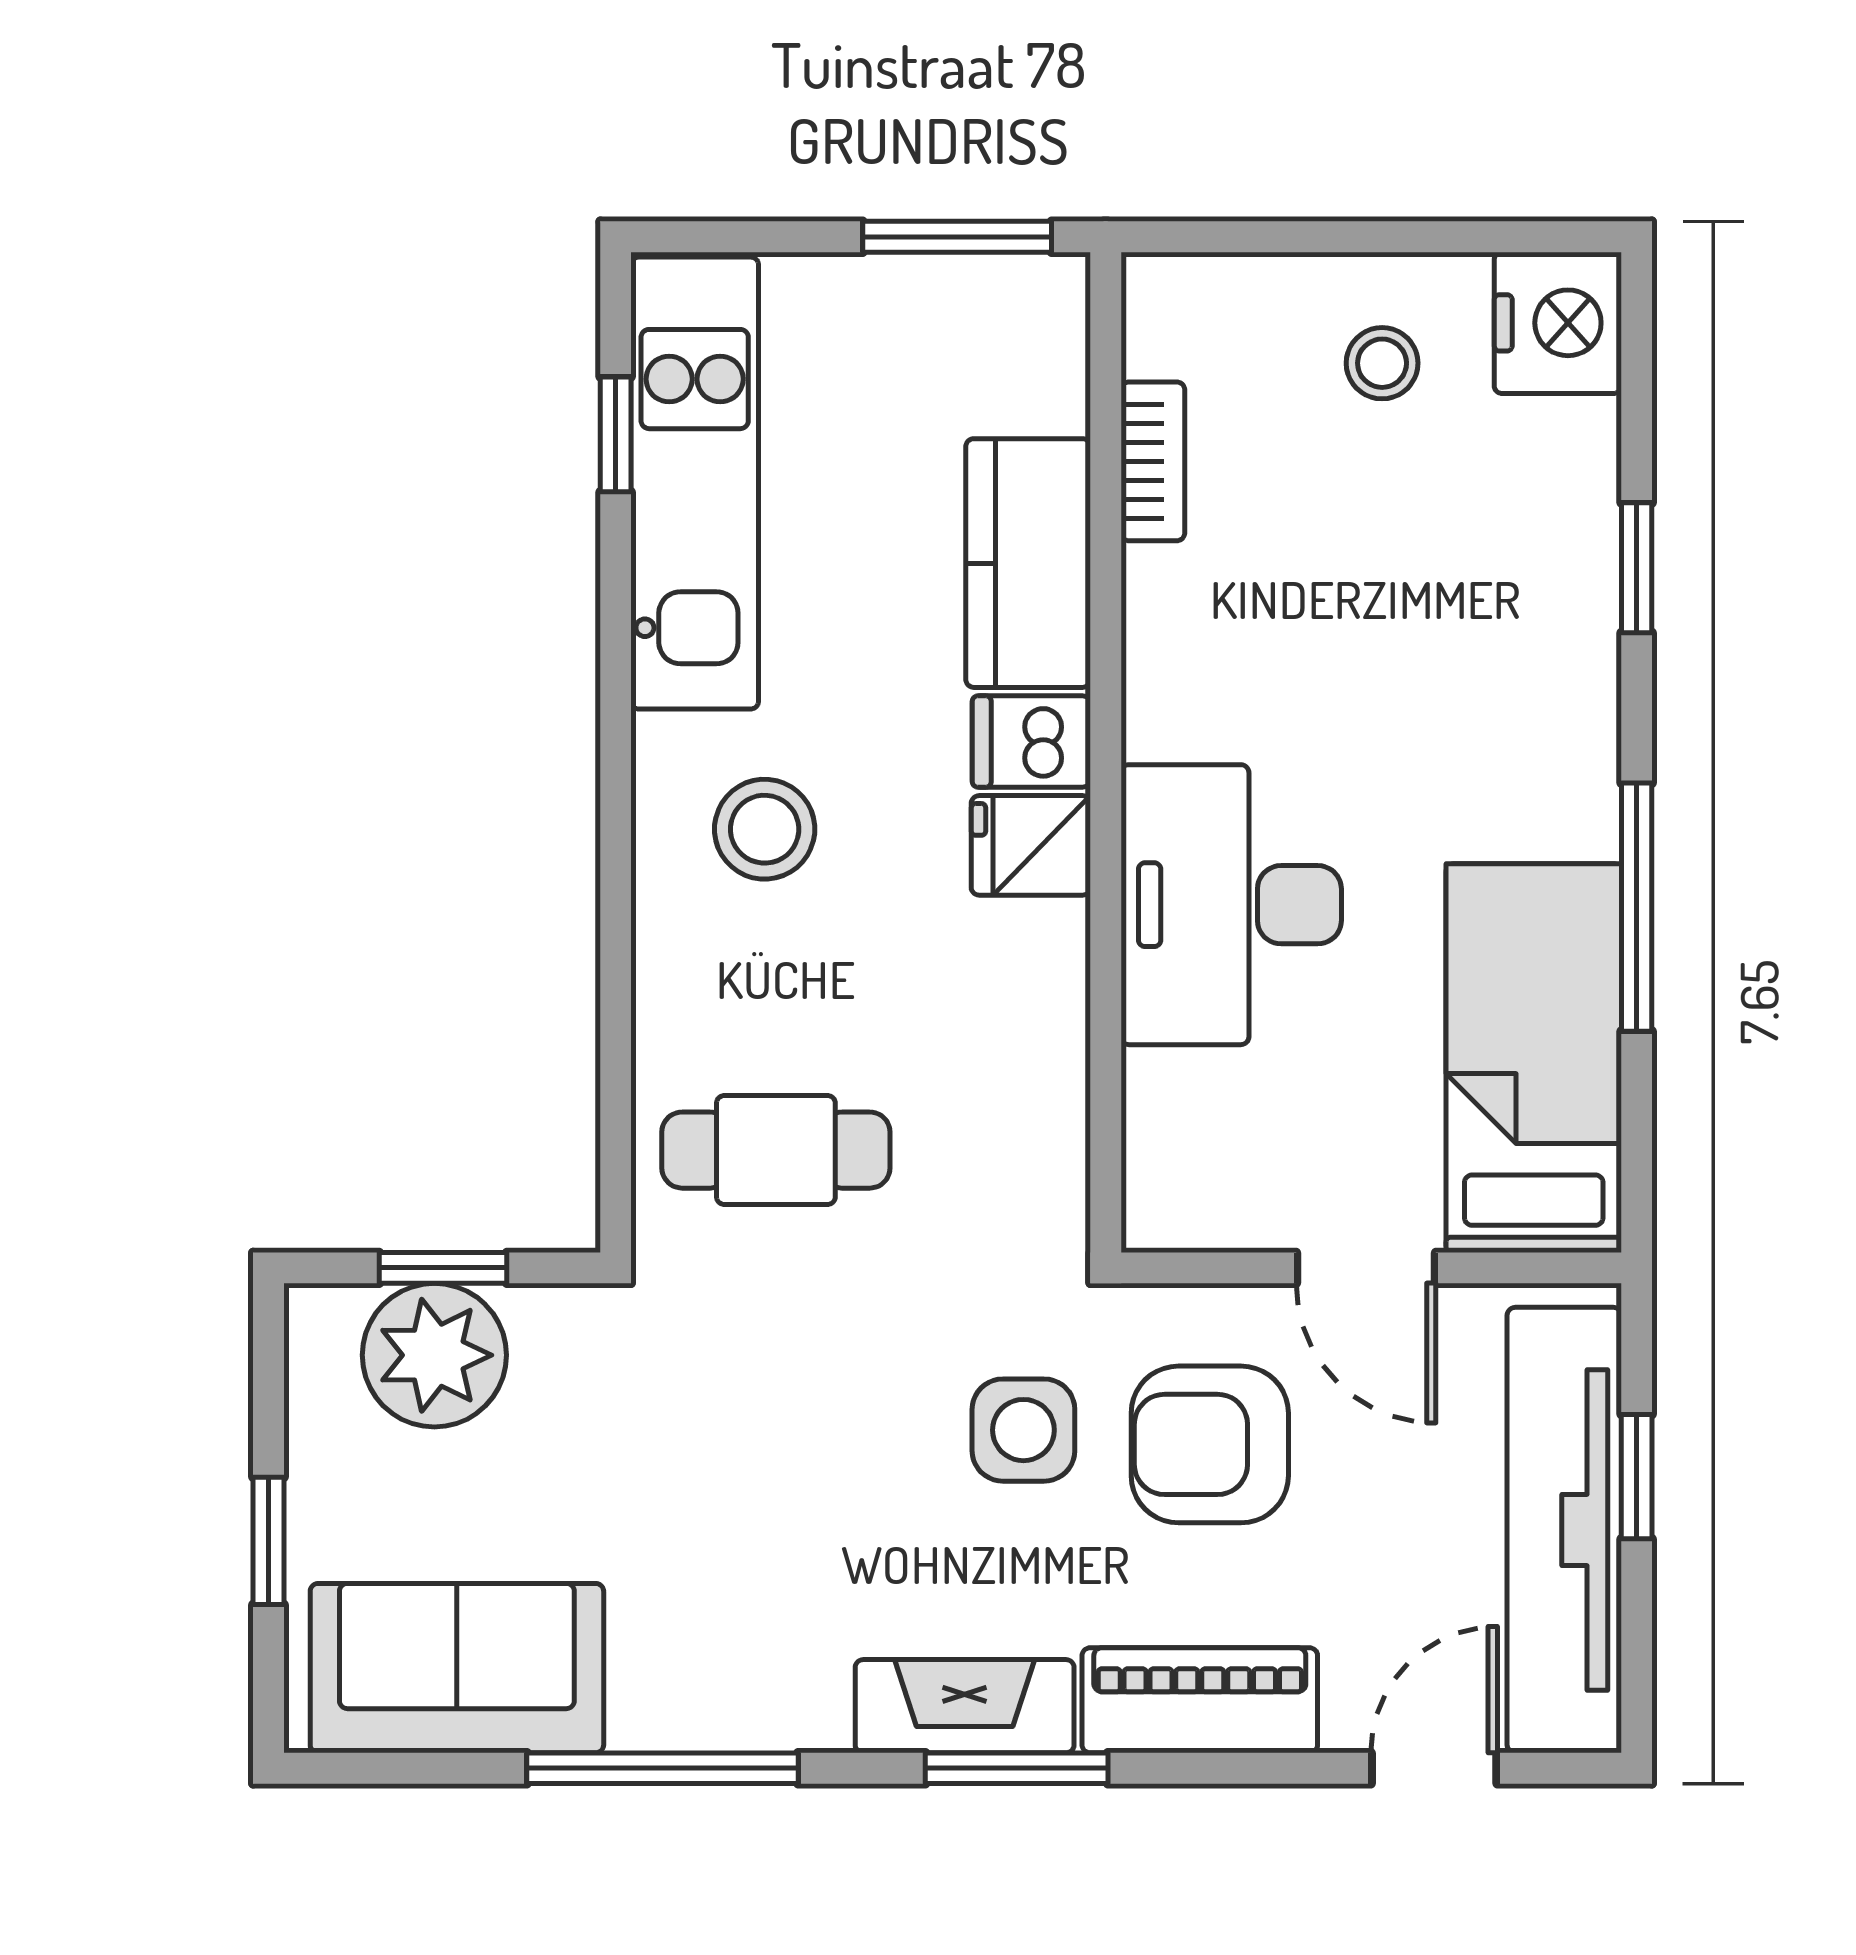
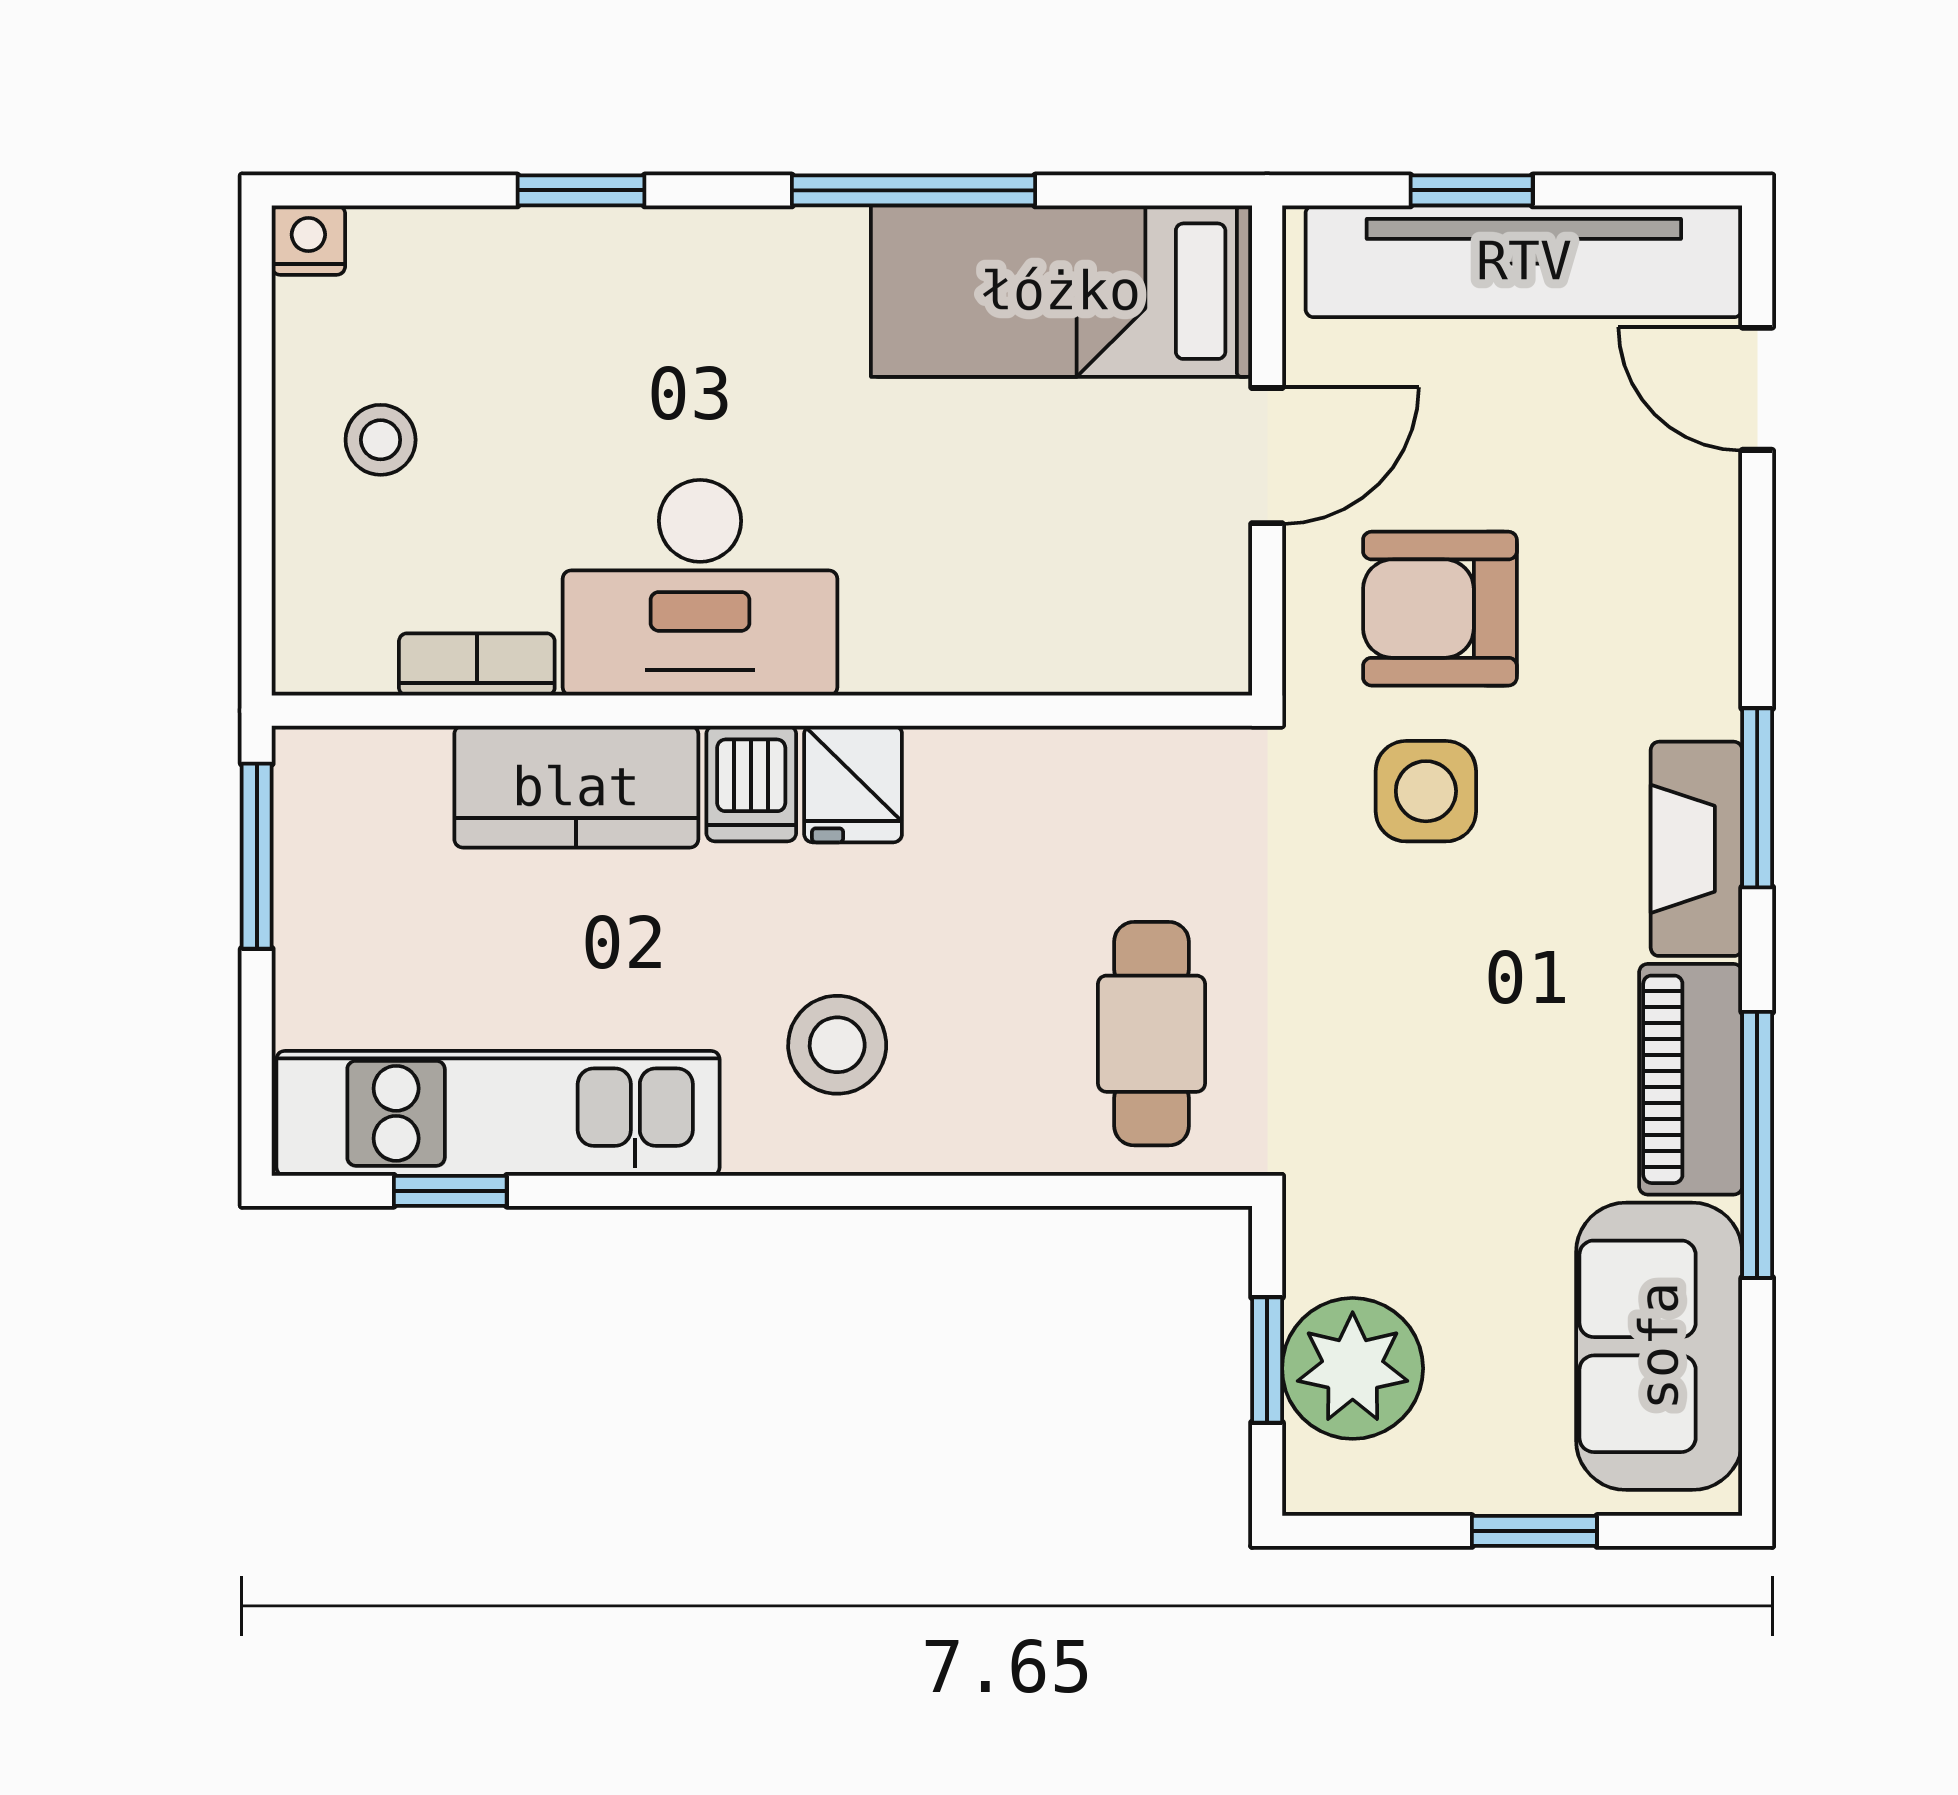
nightstand: (1558, 323) -> (308, 240), width x0.53, depth x0.56
desk: (1231, 905) -> (700, 588), moved
armchair: (1210, 1444) -> (1440, 609), turned 90
piano: (1200, 1700) -> (1691, 1079), moved

